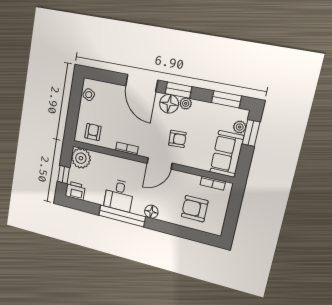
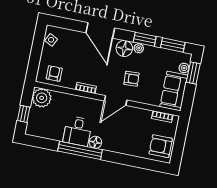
window: (178, 90) -> (145, 39), moved
printer: (75, 191) -> (35, 129), removed
armchair: (195, 209) -> (161, 146), moved
floor lamp: (151, 212) -> (95, 142), moved

